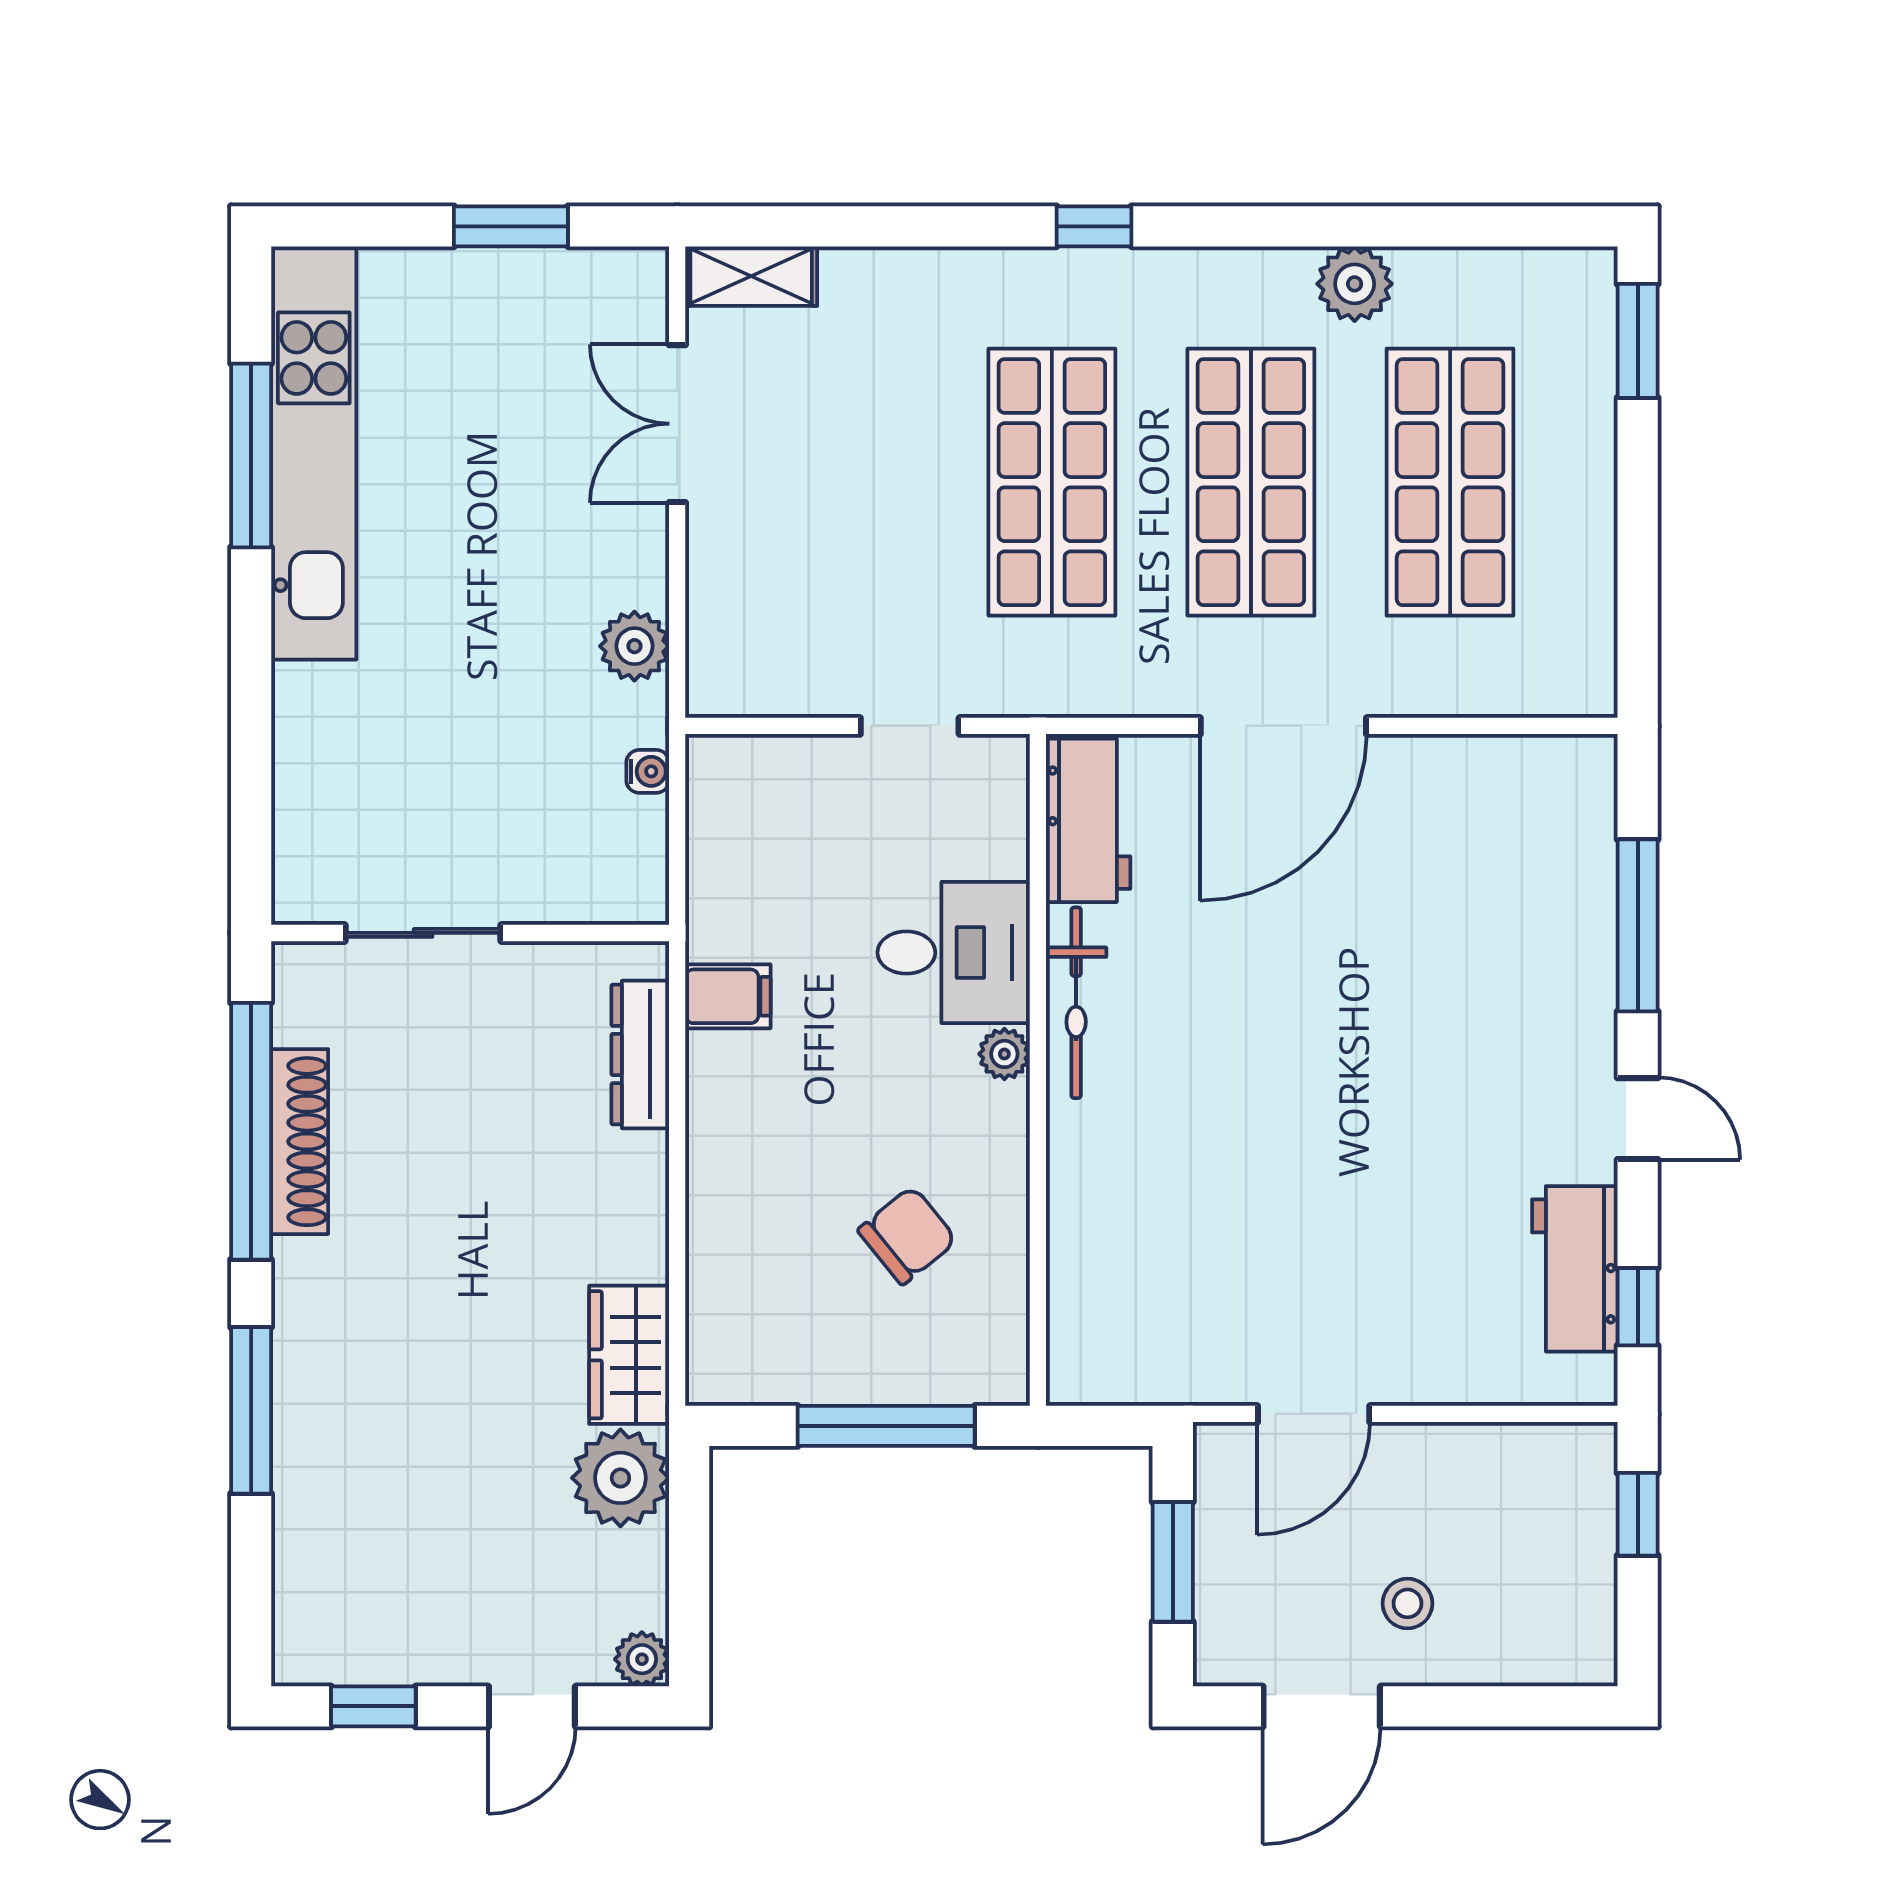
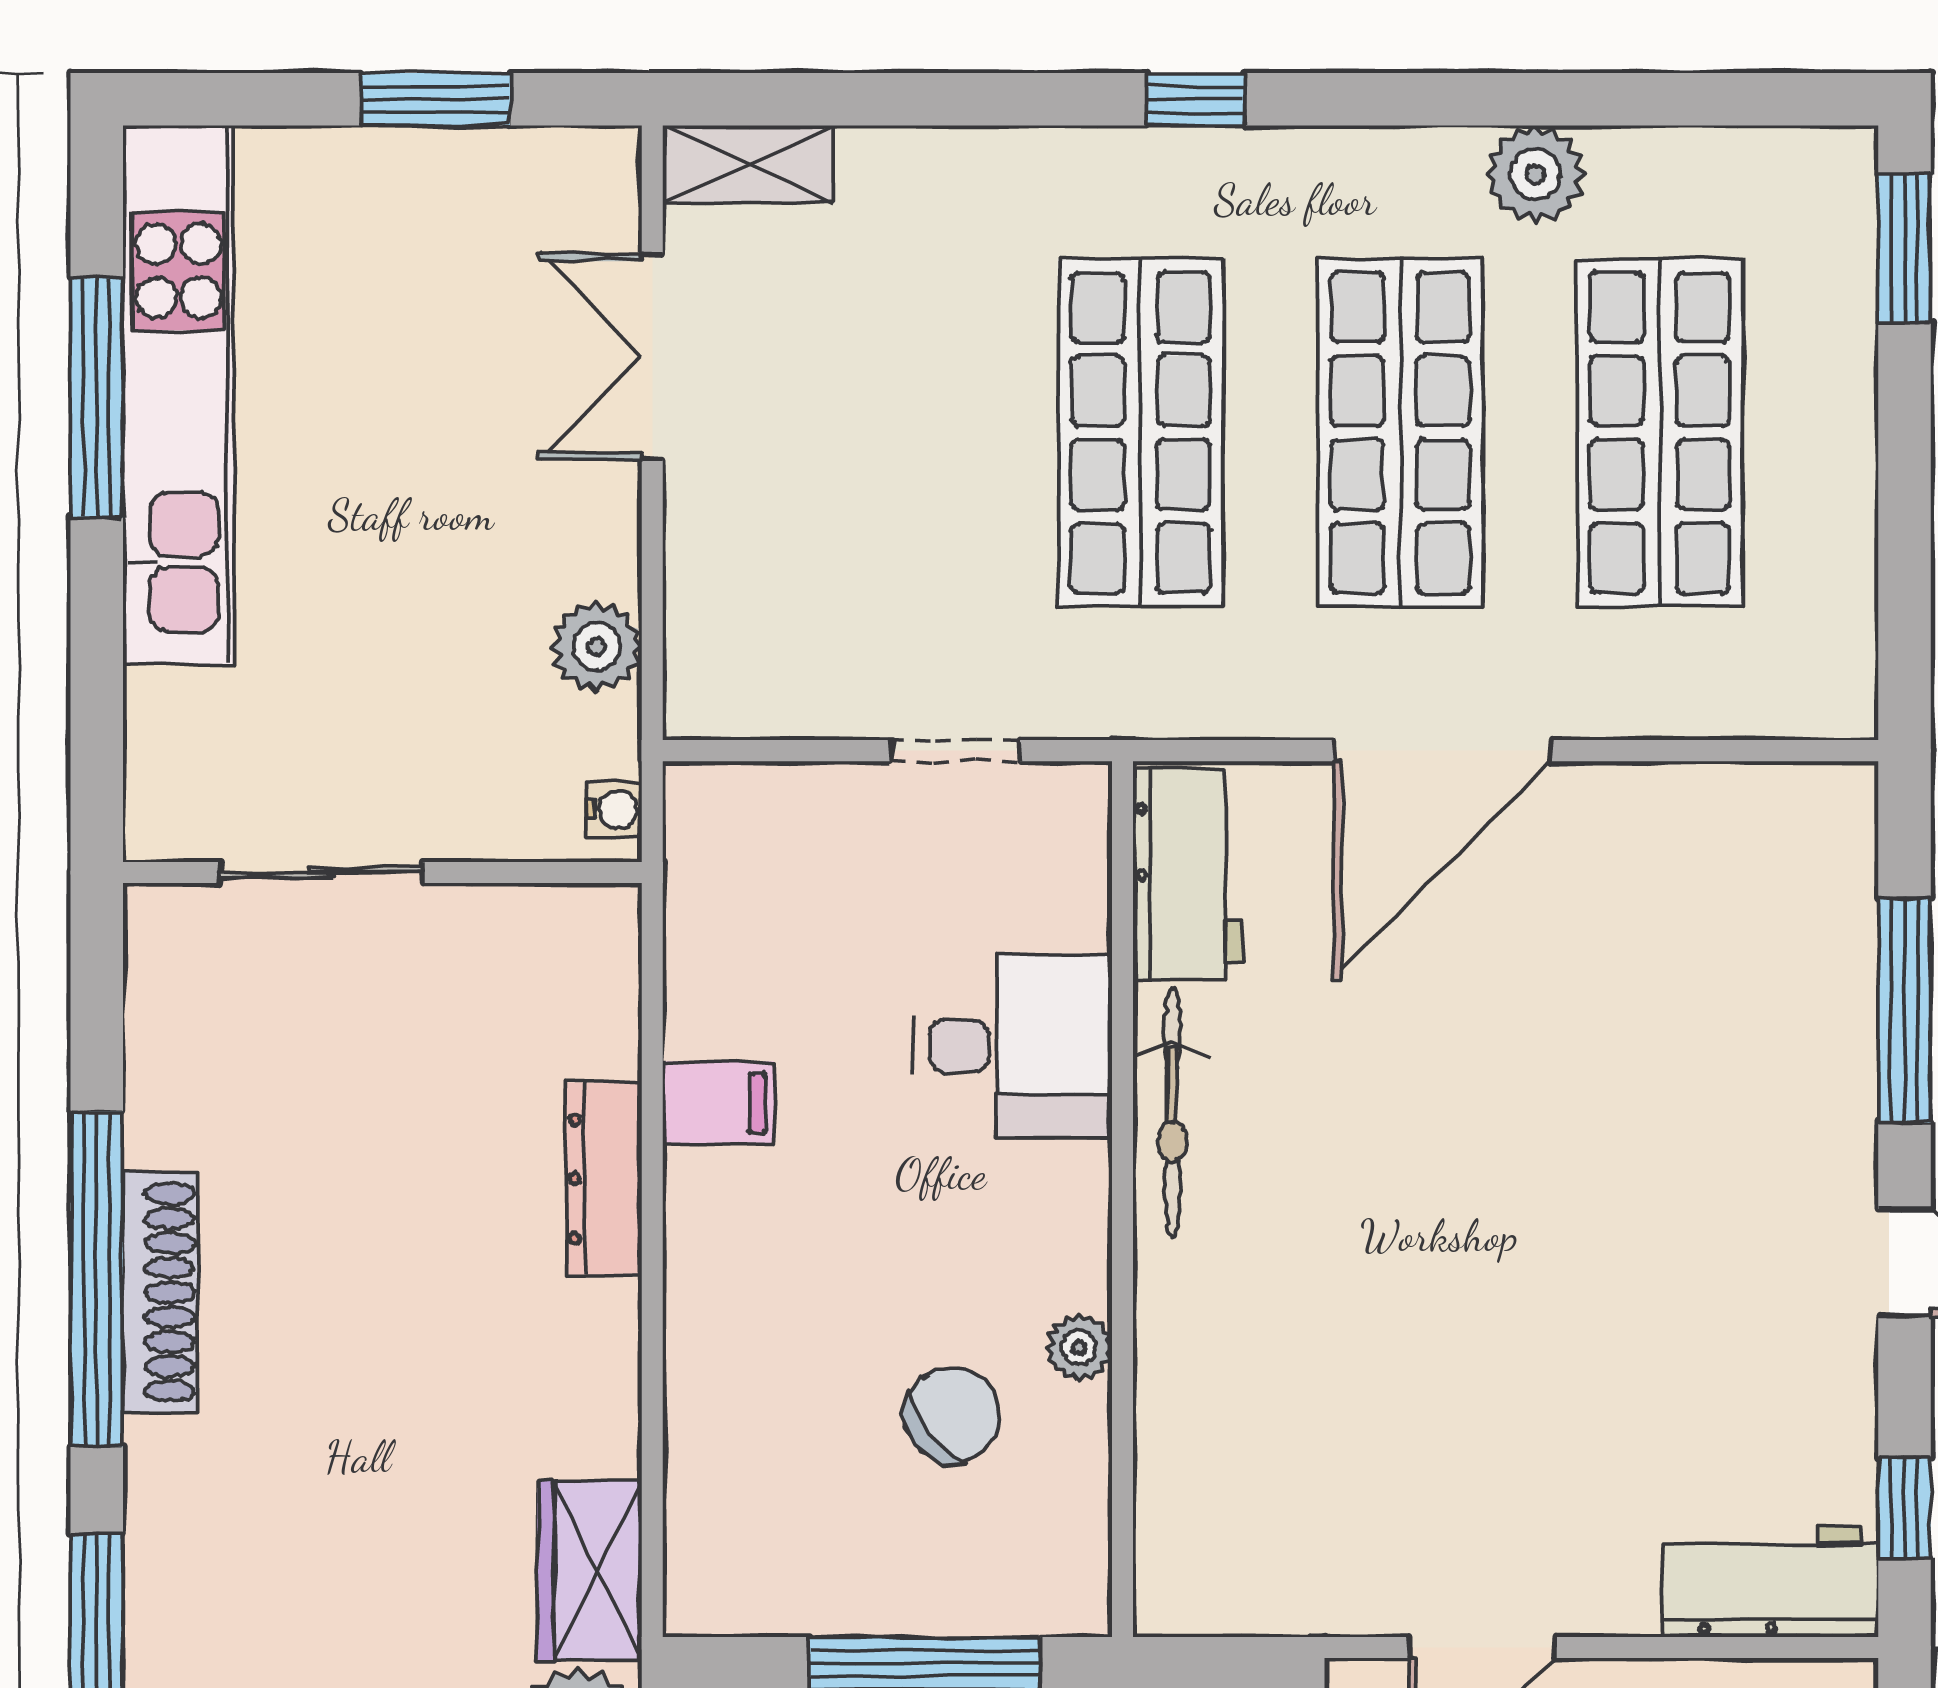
sliding door: (423, 933) -> (321, 873), moved
wall: (470, 933) -> (382, 873), moved
plant: (1004, 1054) -> (1079, 1347), moved
workbench: (1575, 1269) -> (1770, 1581), moved, turned 90

